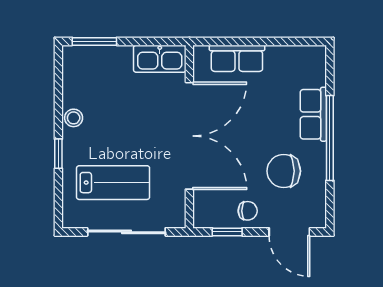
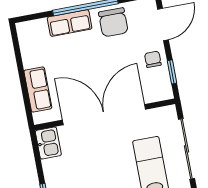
kitchen sink: (160, 59) -> (48, 143), width x0.73
chair: (284, 171) -> (113, 22), moved

